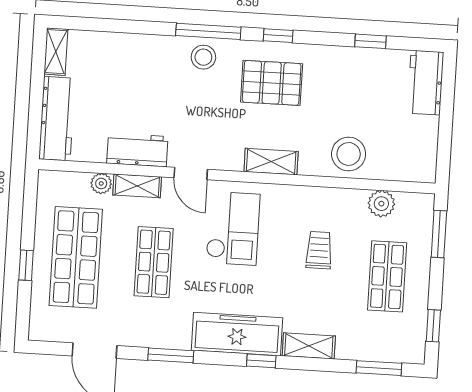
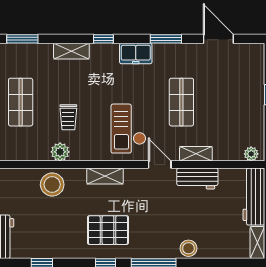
stool: (203, 57) -> (188, 248), moved
plant: (101, 183) -> (251, 154), moved
plant: (381, 204) -> (60, 152), moved
shop shelf: (76, 257) -> (235, 102), removed
freezer: (237, 334) -> (136, 53), width x0.52, depth x0.79

